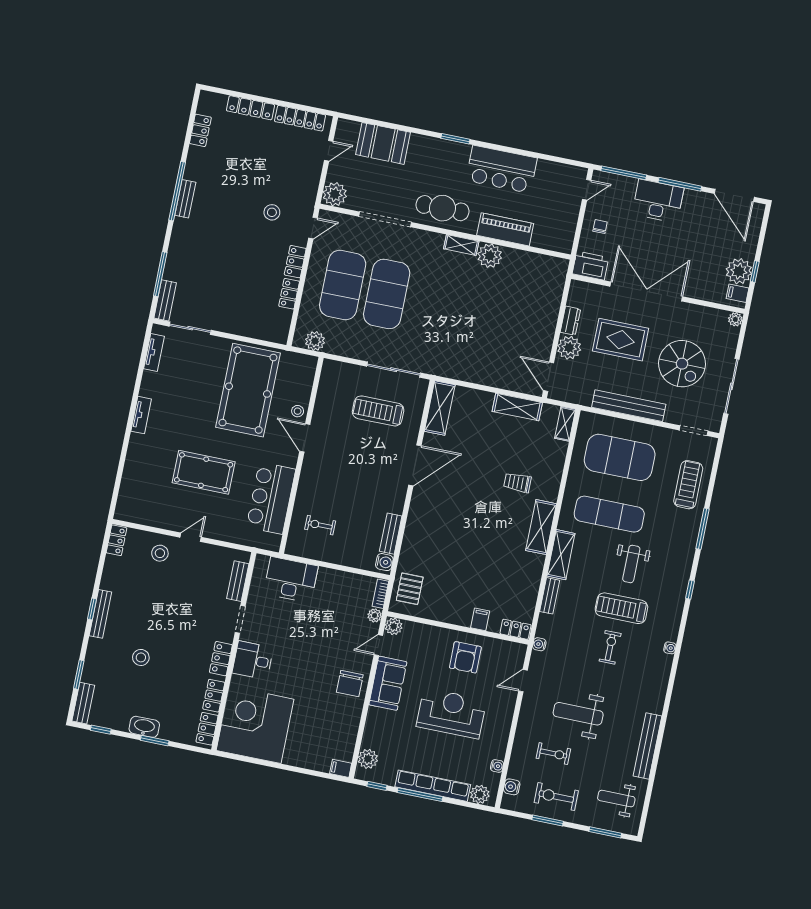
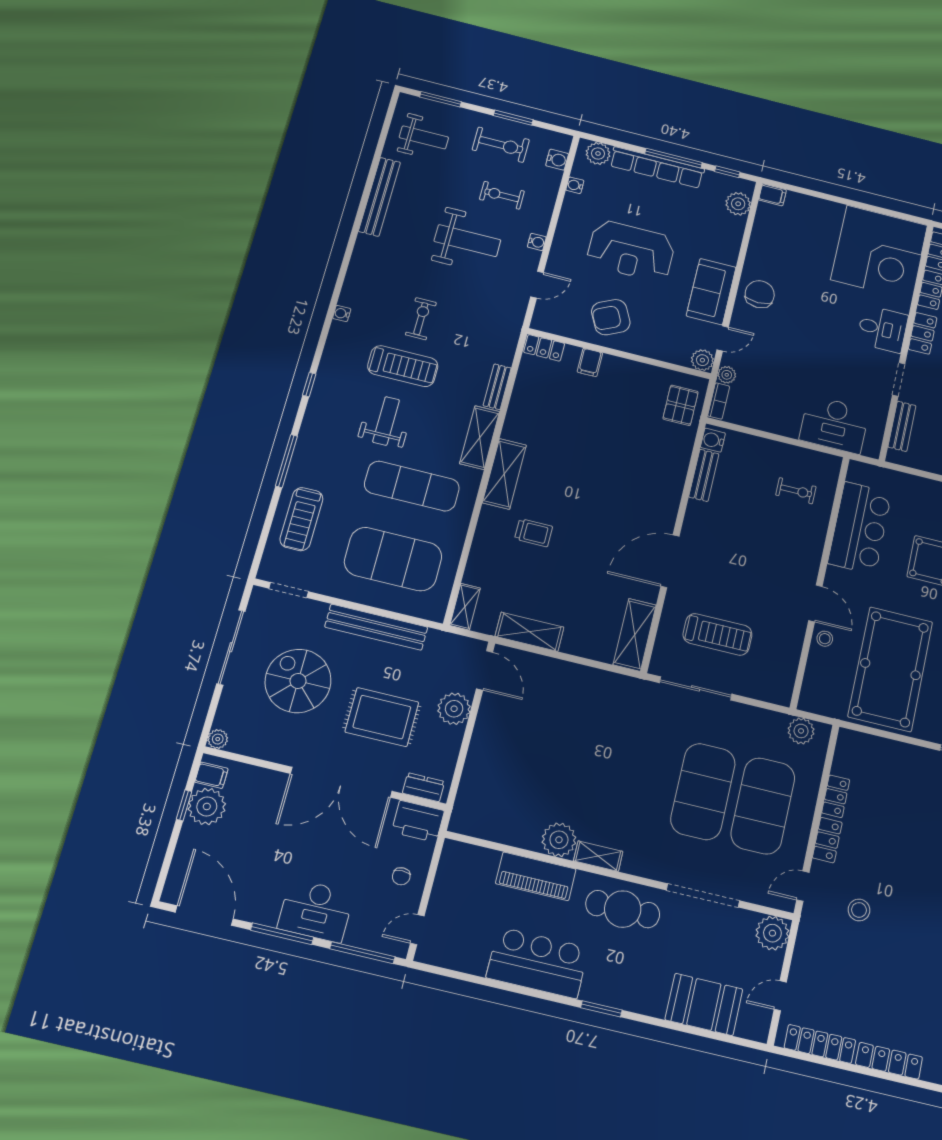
dresser: (570, 321) -> (423, 787), moved, turned 90
water cooler: (539, 644) -> (537, 242), moved
exercise bike: (610, 647) -> (421, 319), turned 180
armchair: (465, 657) -> (611, 317), turned -116

